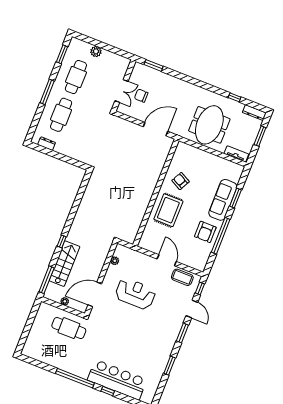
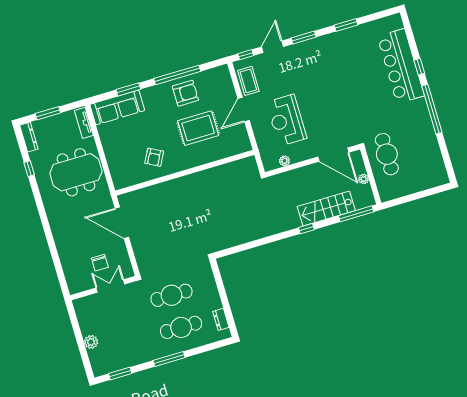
window: (154, 65) -> (60, 274), removed
cafe table: (76, 77) -> (171, 295), moved
sofa: (223, 200) -> (117, 107), moved
rug: (168, 210) -> (198, 128), moved
reception desk: (135, 294) -> (287, 120), moved

